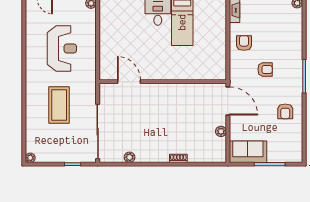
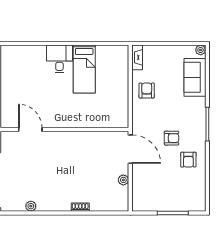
armchair: (265, 70) -> (172, 138), moved
sofa: (248, 152) -> (195, 77), moved, turned -90

